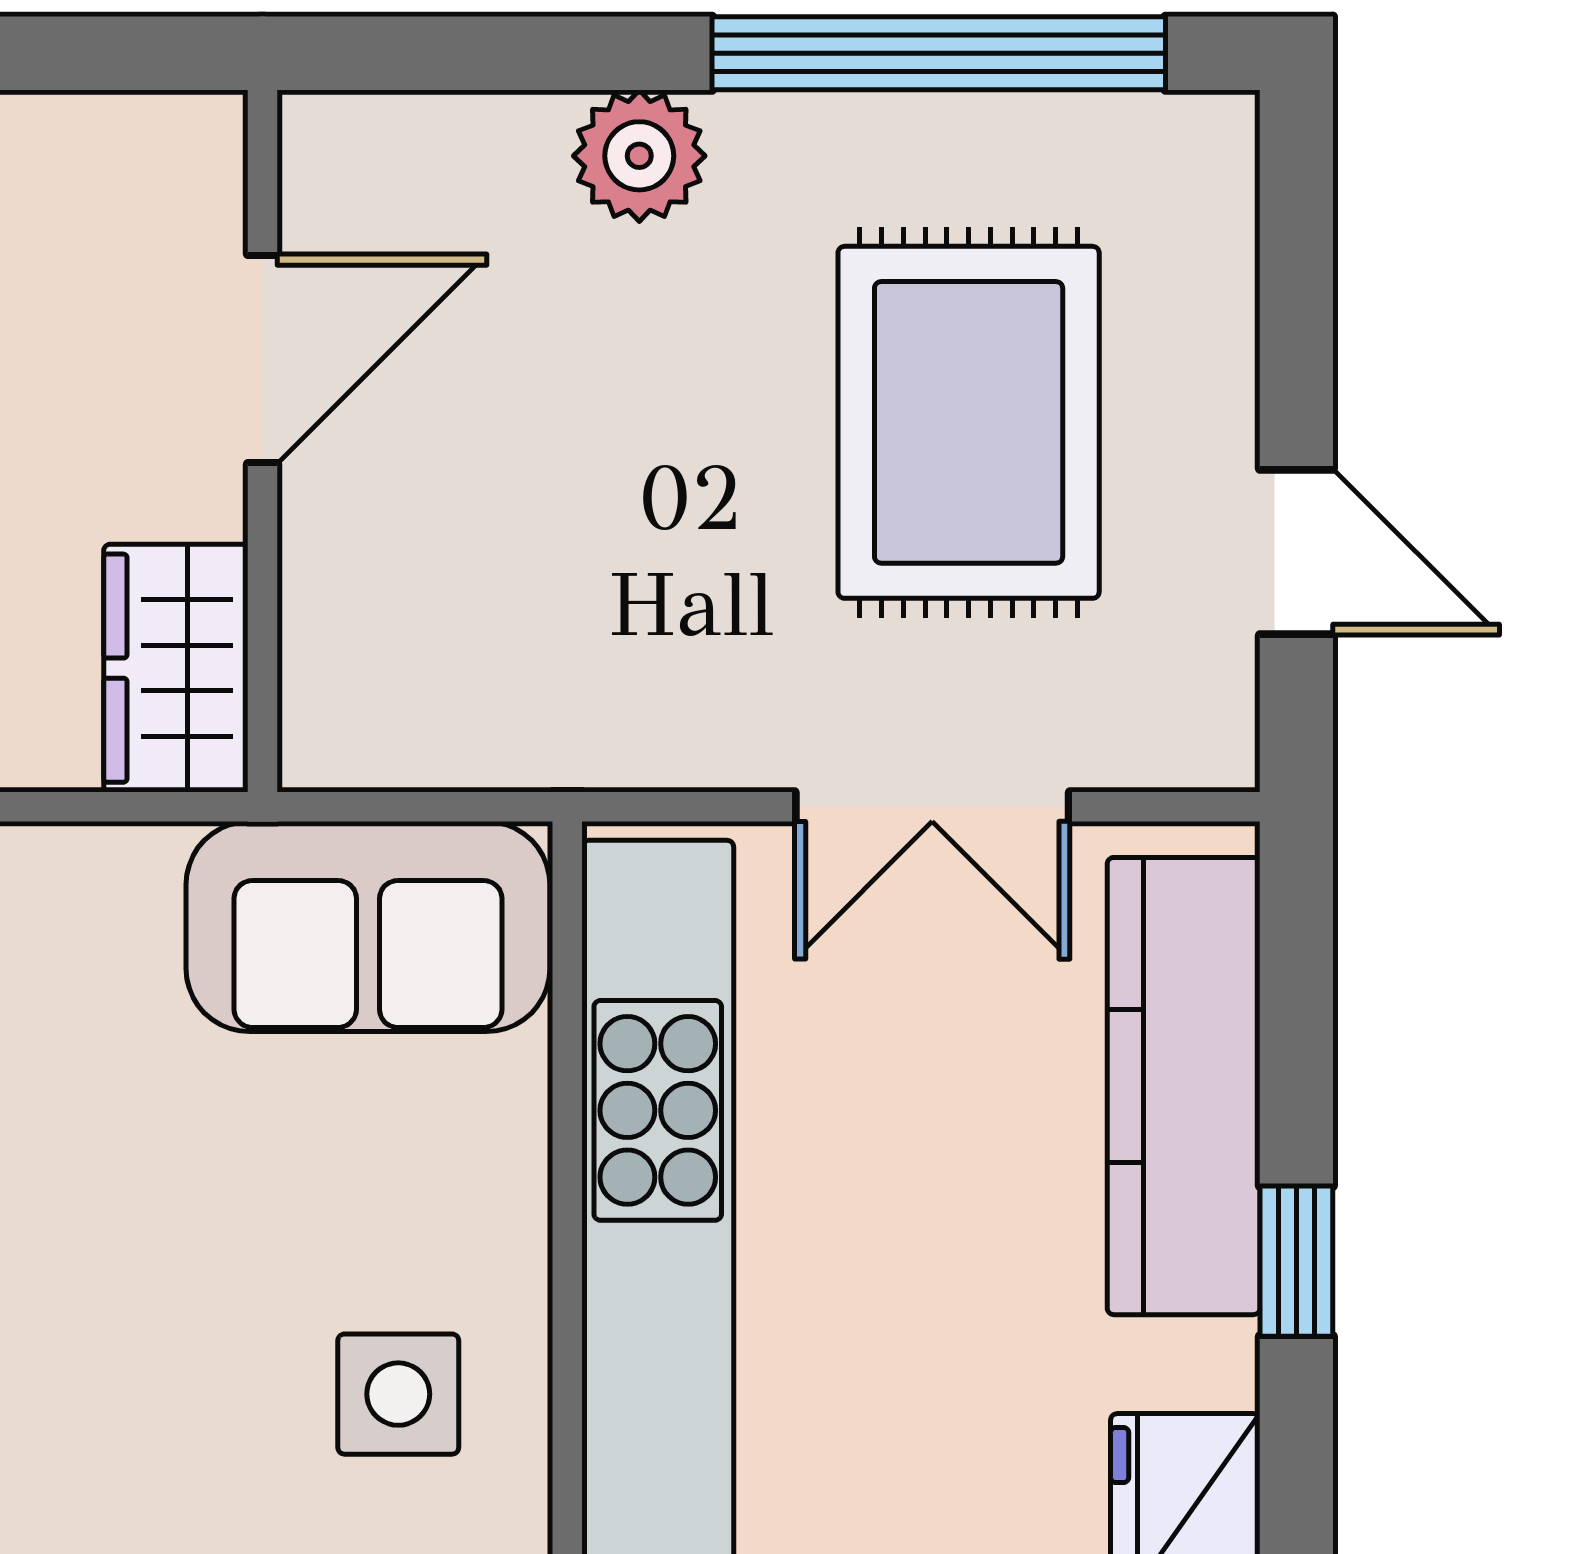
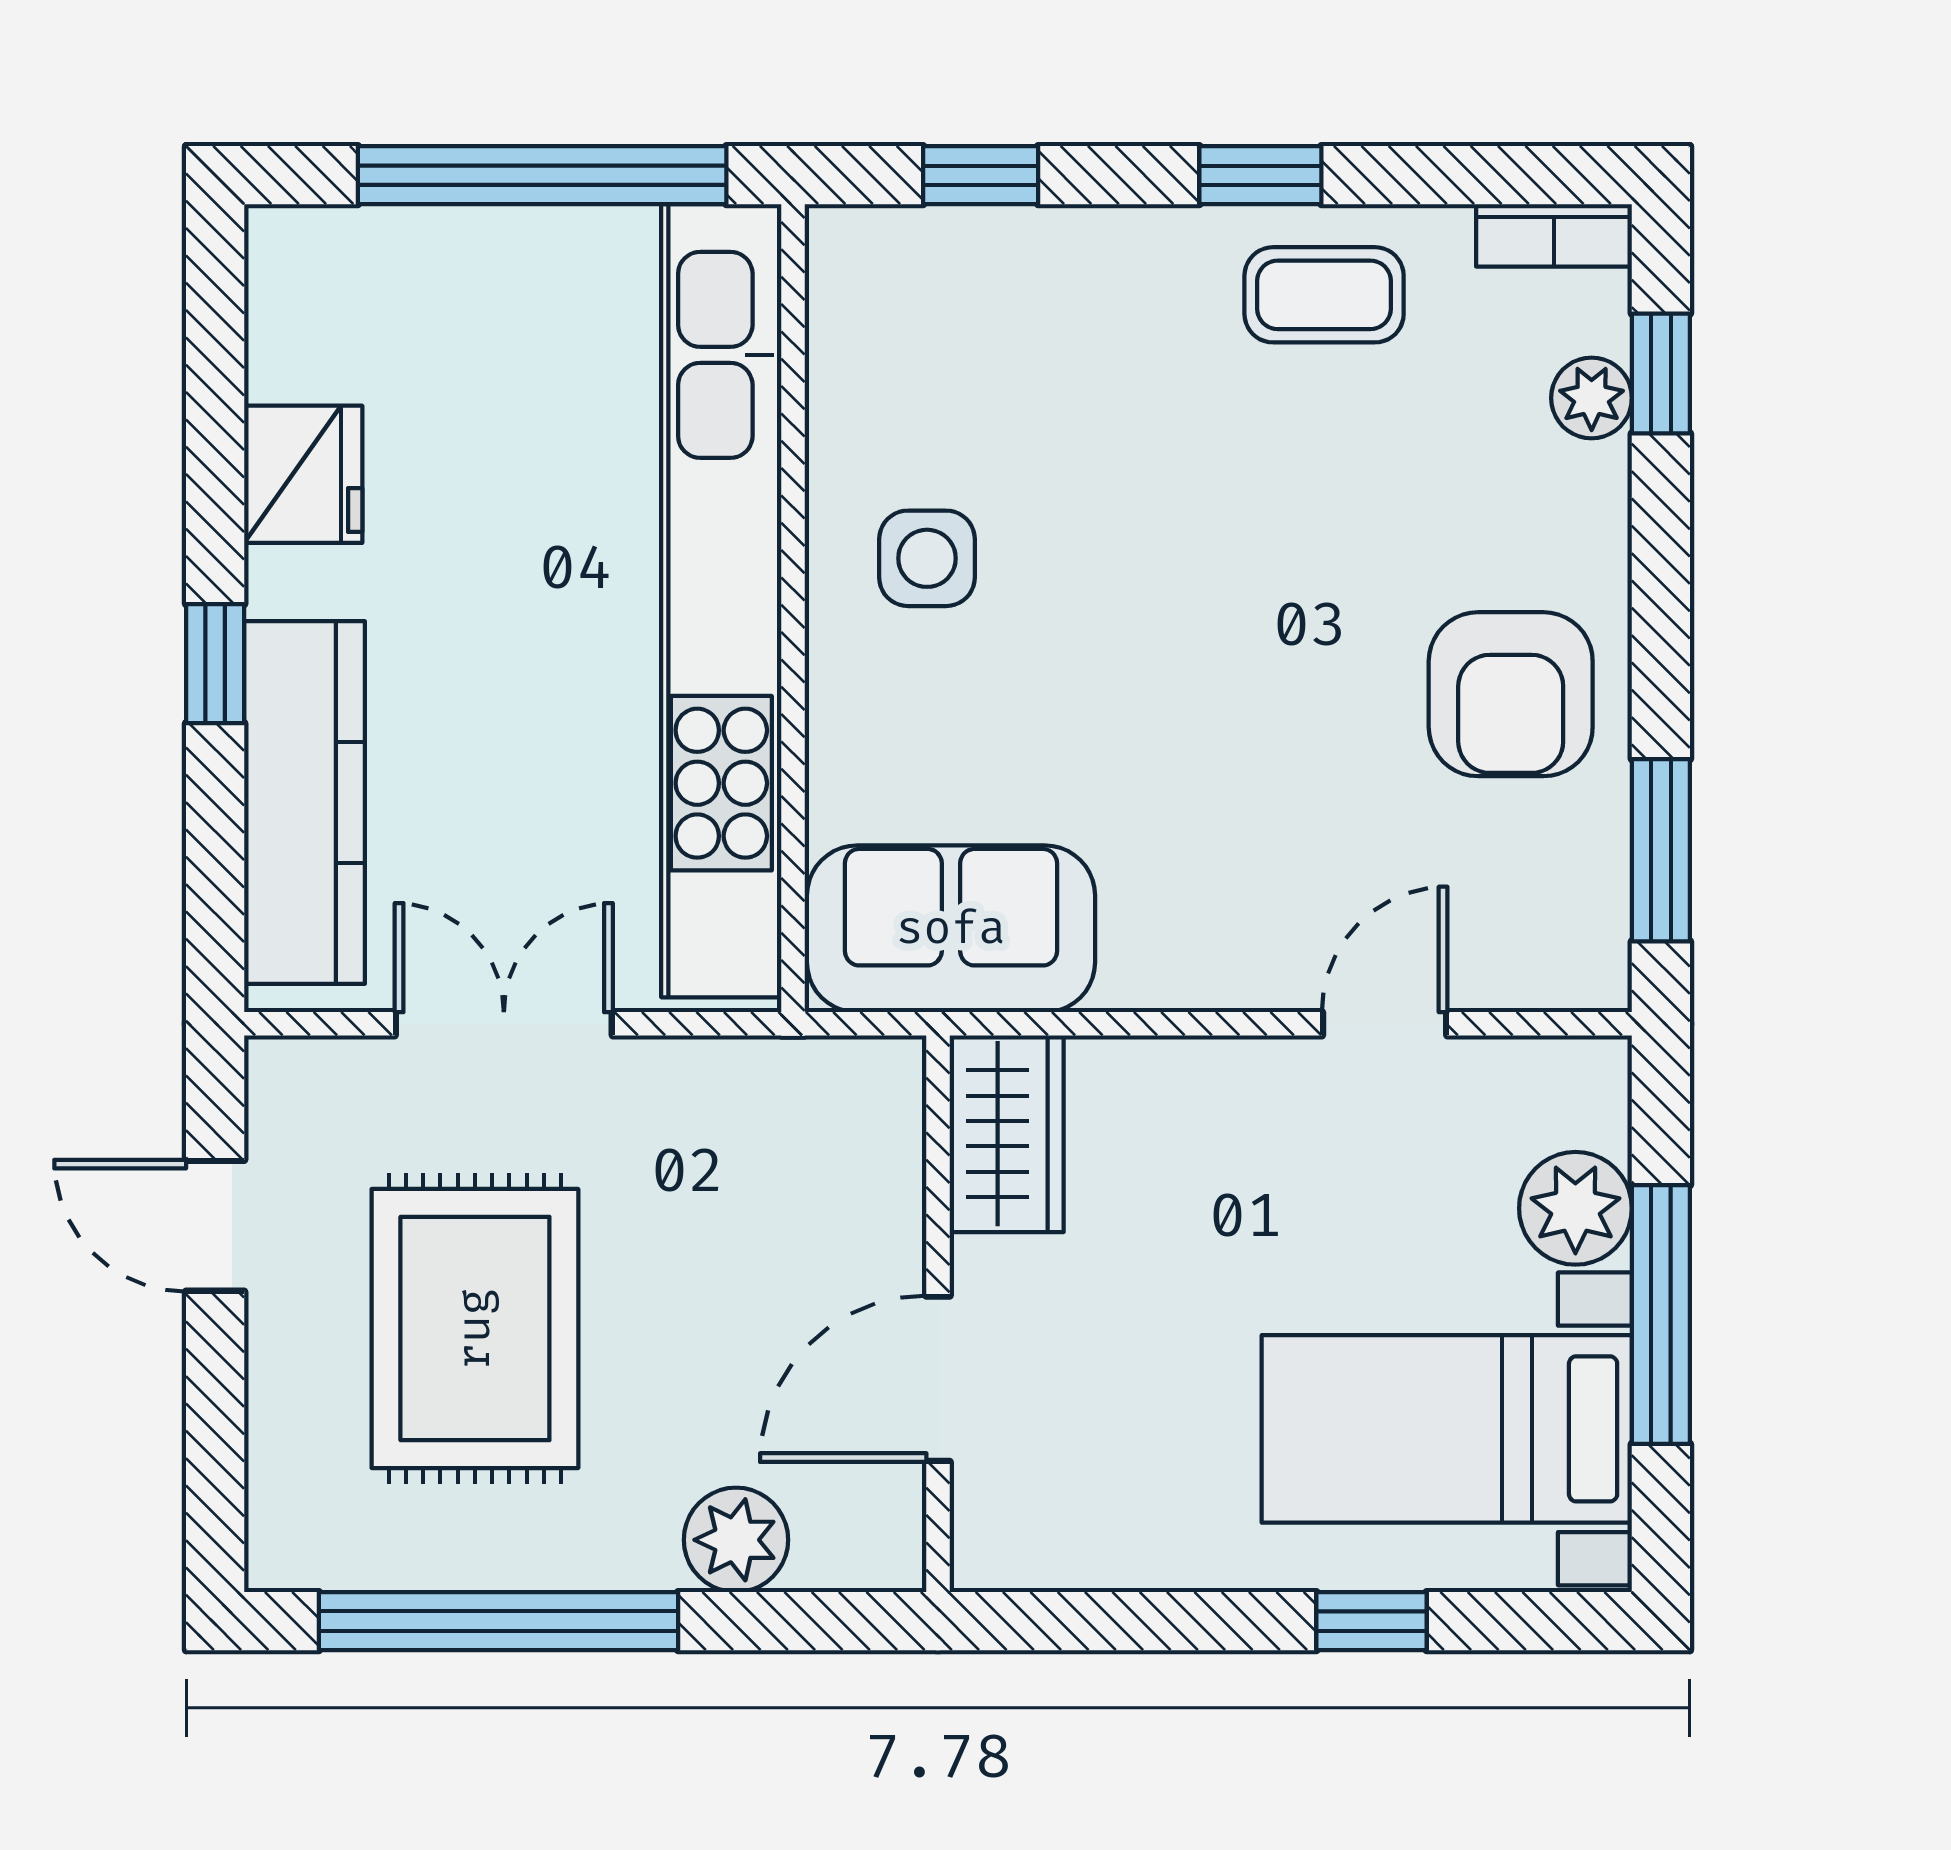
door: (262, 359) -> (938, 1379), moved
wall: (262, 441) -> (938, 1314), moved
wardrobe: (176, 668) -> (1007, 1134), moved

